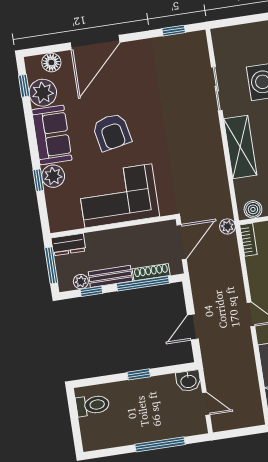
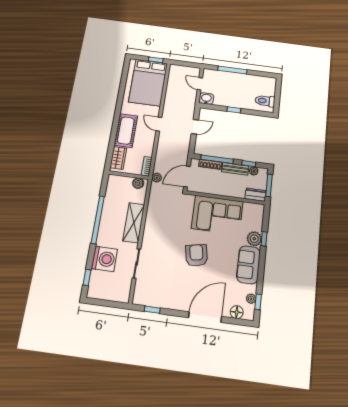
plant: (43, 93) -> (251, 299), width x0.53, depth x0.53
armchair: (112, 132) -> (196, 255), moved

